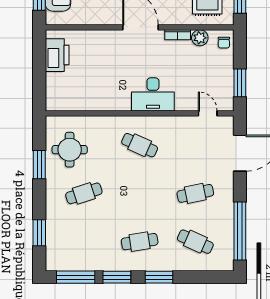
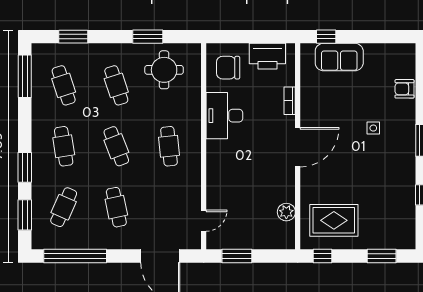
bookcase: (178, 35) -> (290, 101), moved
chair: (224, 43) -> (228, 68), moved, width x1.87, depth x1.87
desk: (153, 94) -> (224, 116), moved
cafe table: (140, 145) -> (169, 146), turned -30
cafe table: (140, 193) -> (116, 146), added
cafe table: (84, 242) -> (64, 85), added
window: (117, 277) -> (25, 215), moved

